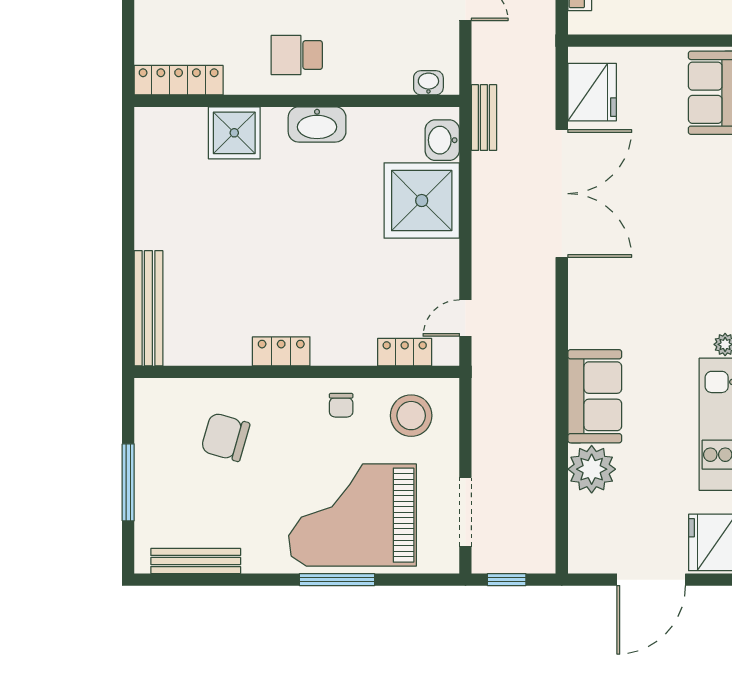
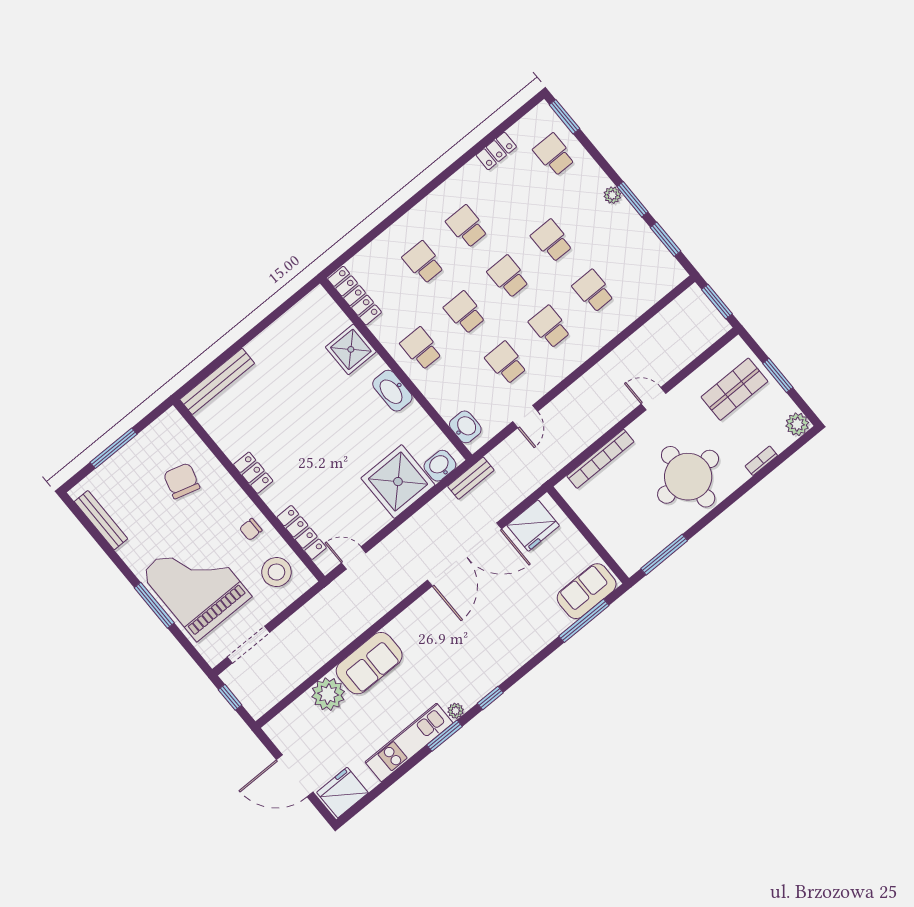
washbasin: (428, 83) -> (465, 427), width x1.38, depth x1.45
locker: (405, 352) -> (302, 532), width x1.53

